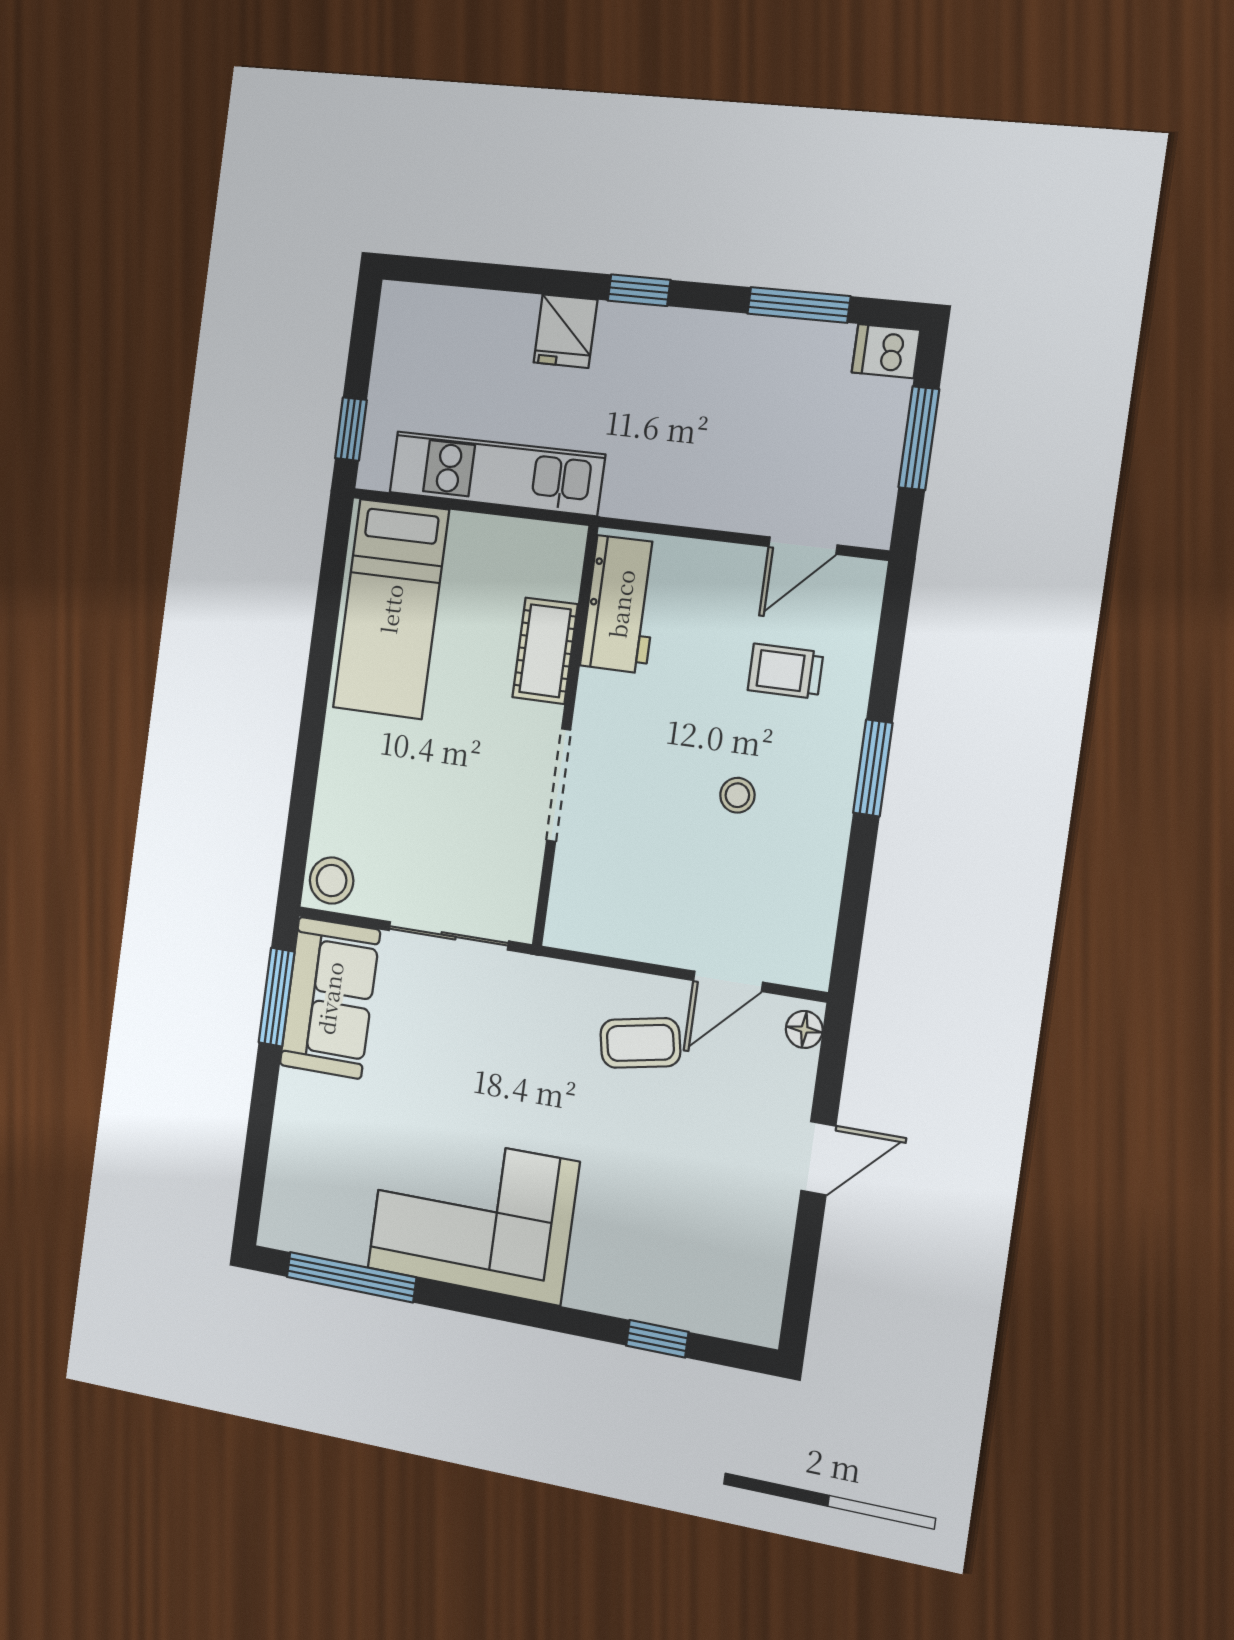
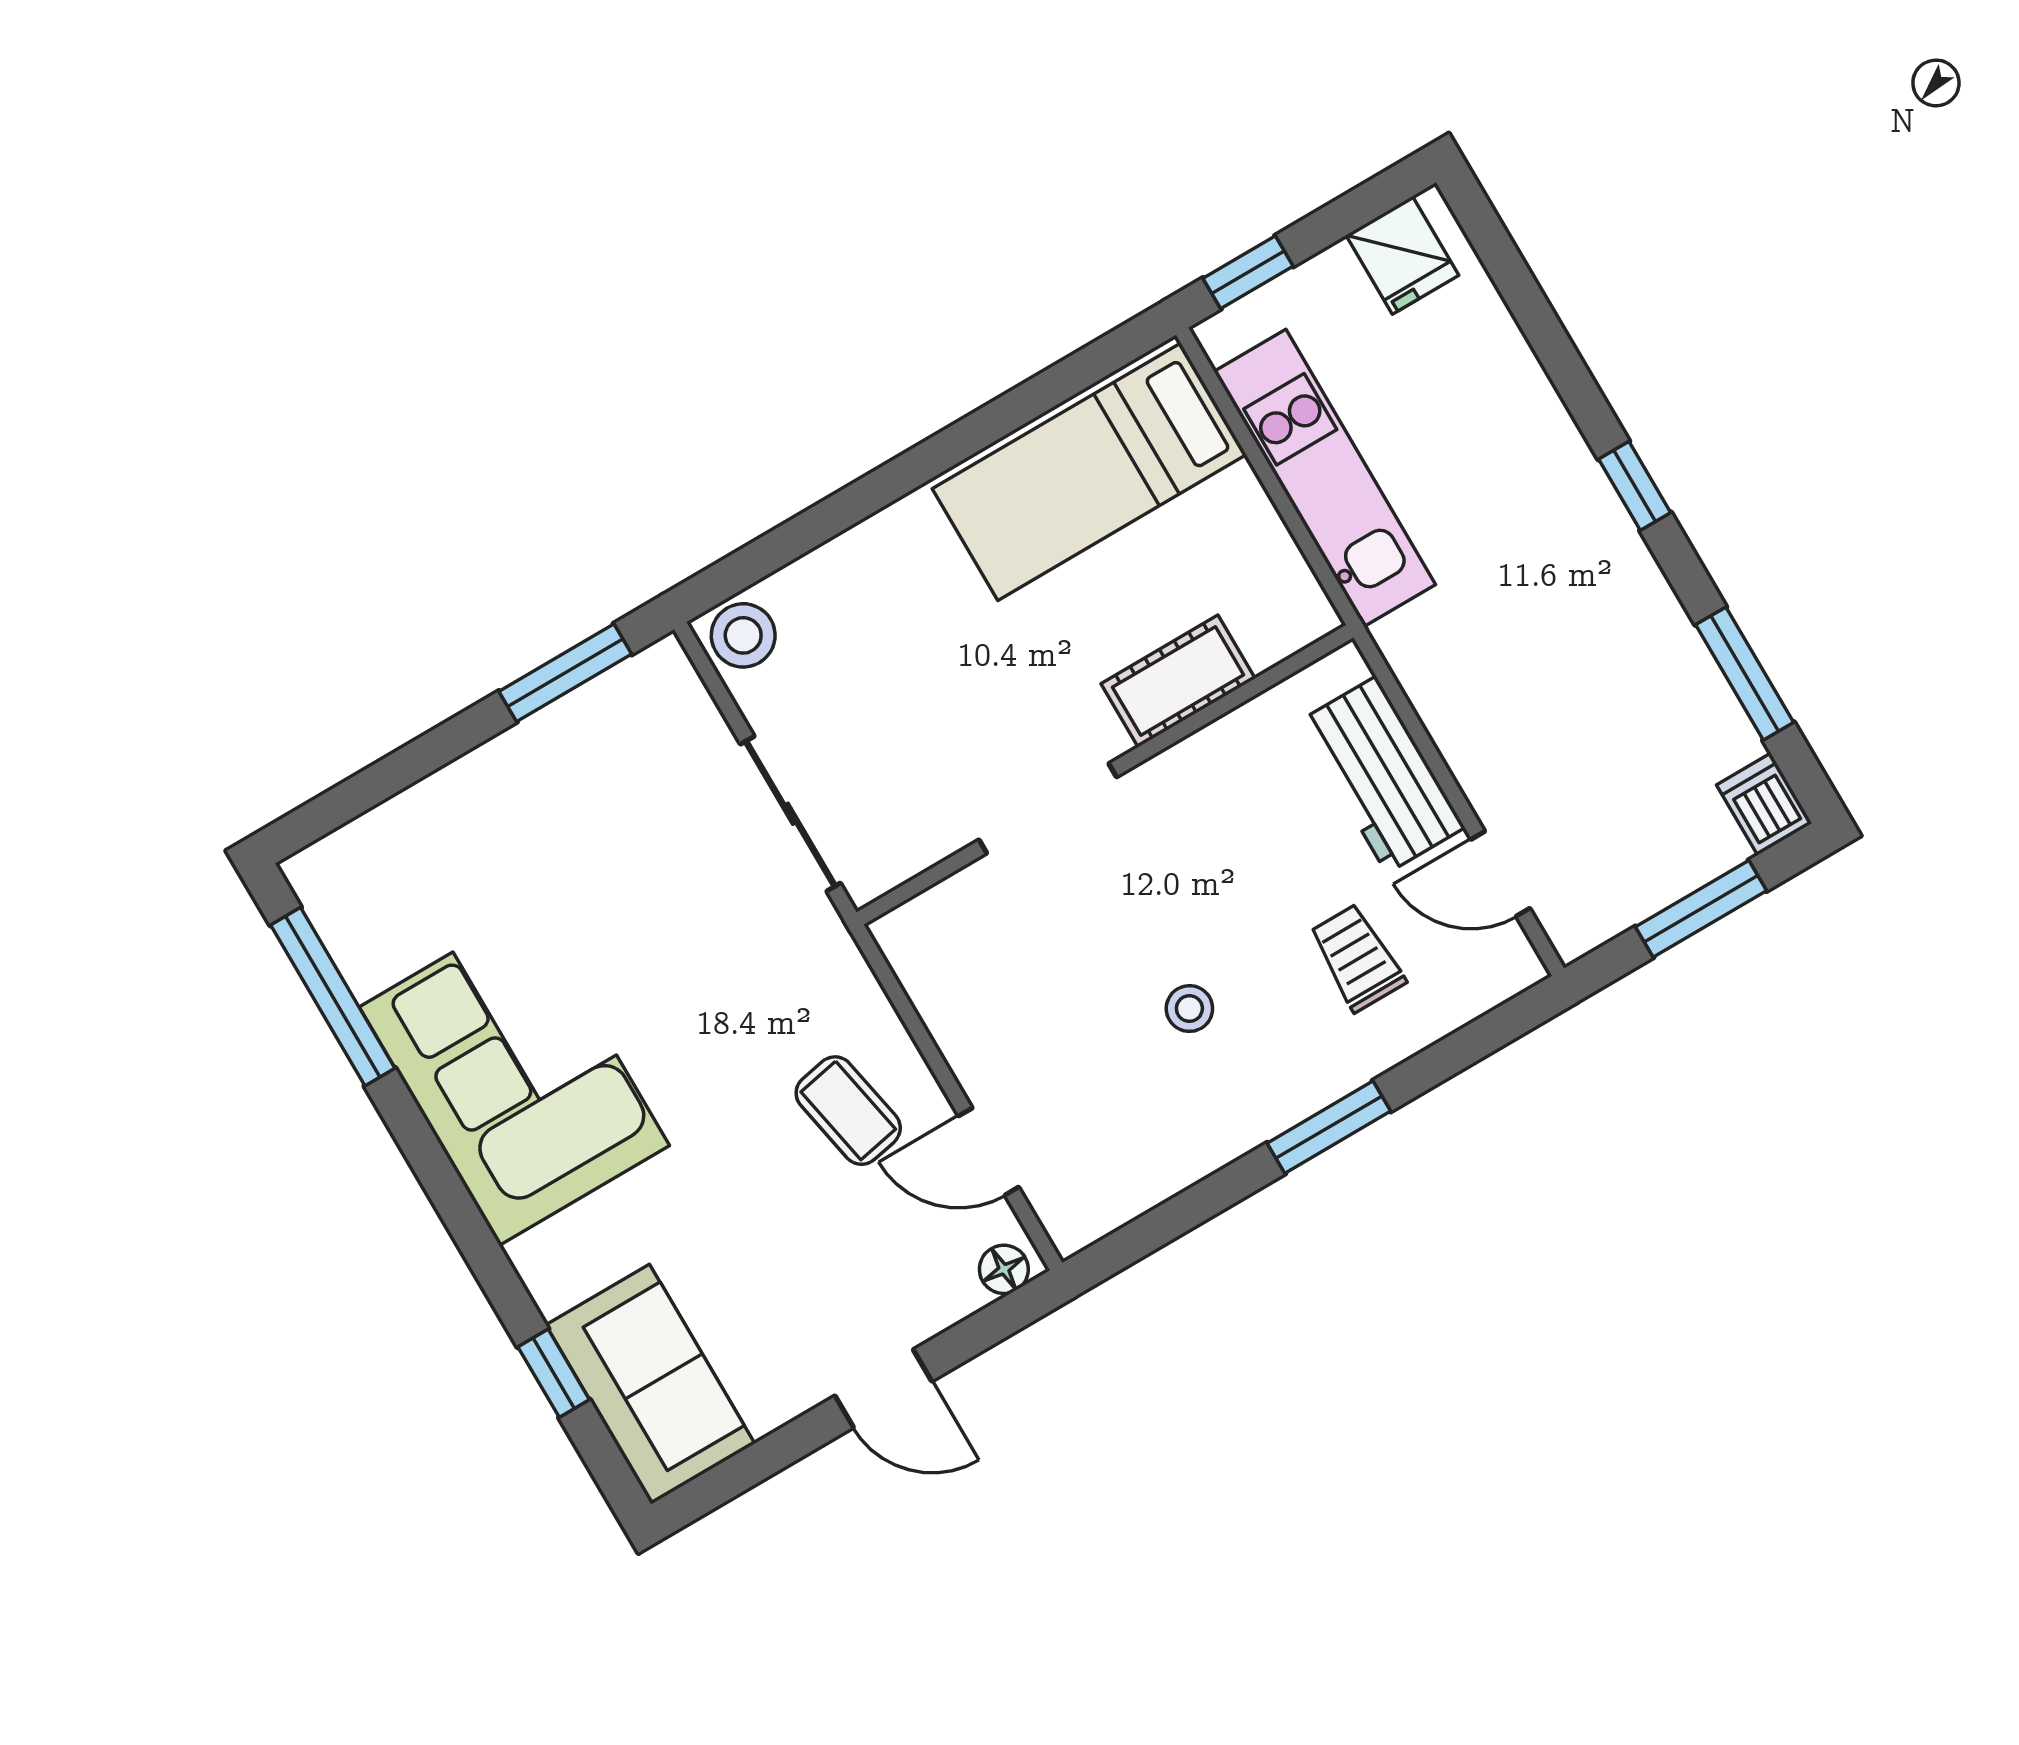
fridge: (565, 331) -> (1402, 255), moved, turned -90
workbench: (621, 604) -> (1381, 775), moved, turned 90
sofa: (330, 998) -> (650, 1384), moved, turned -90

